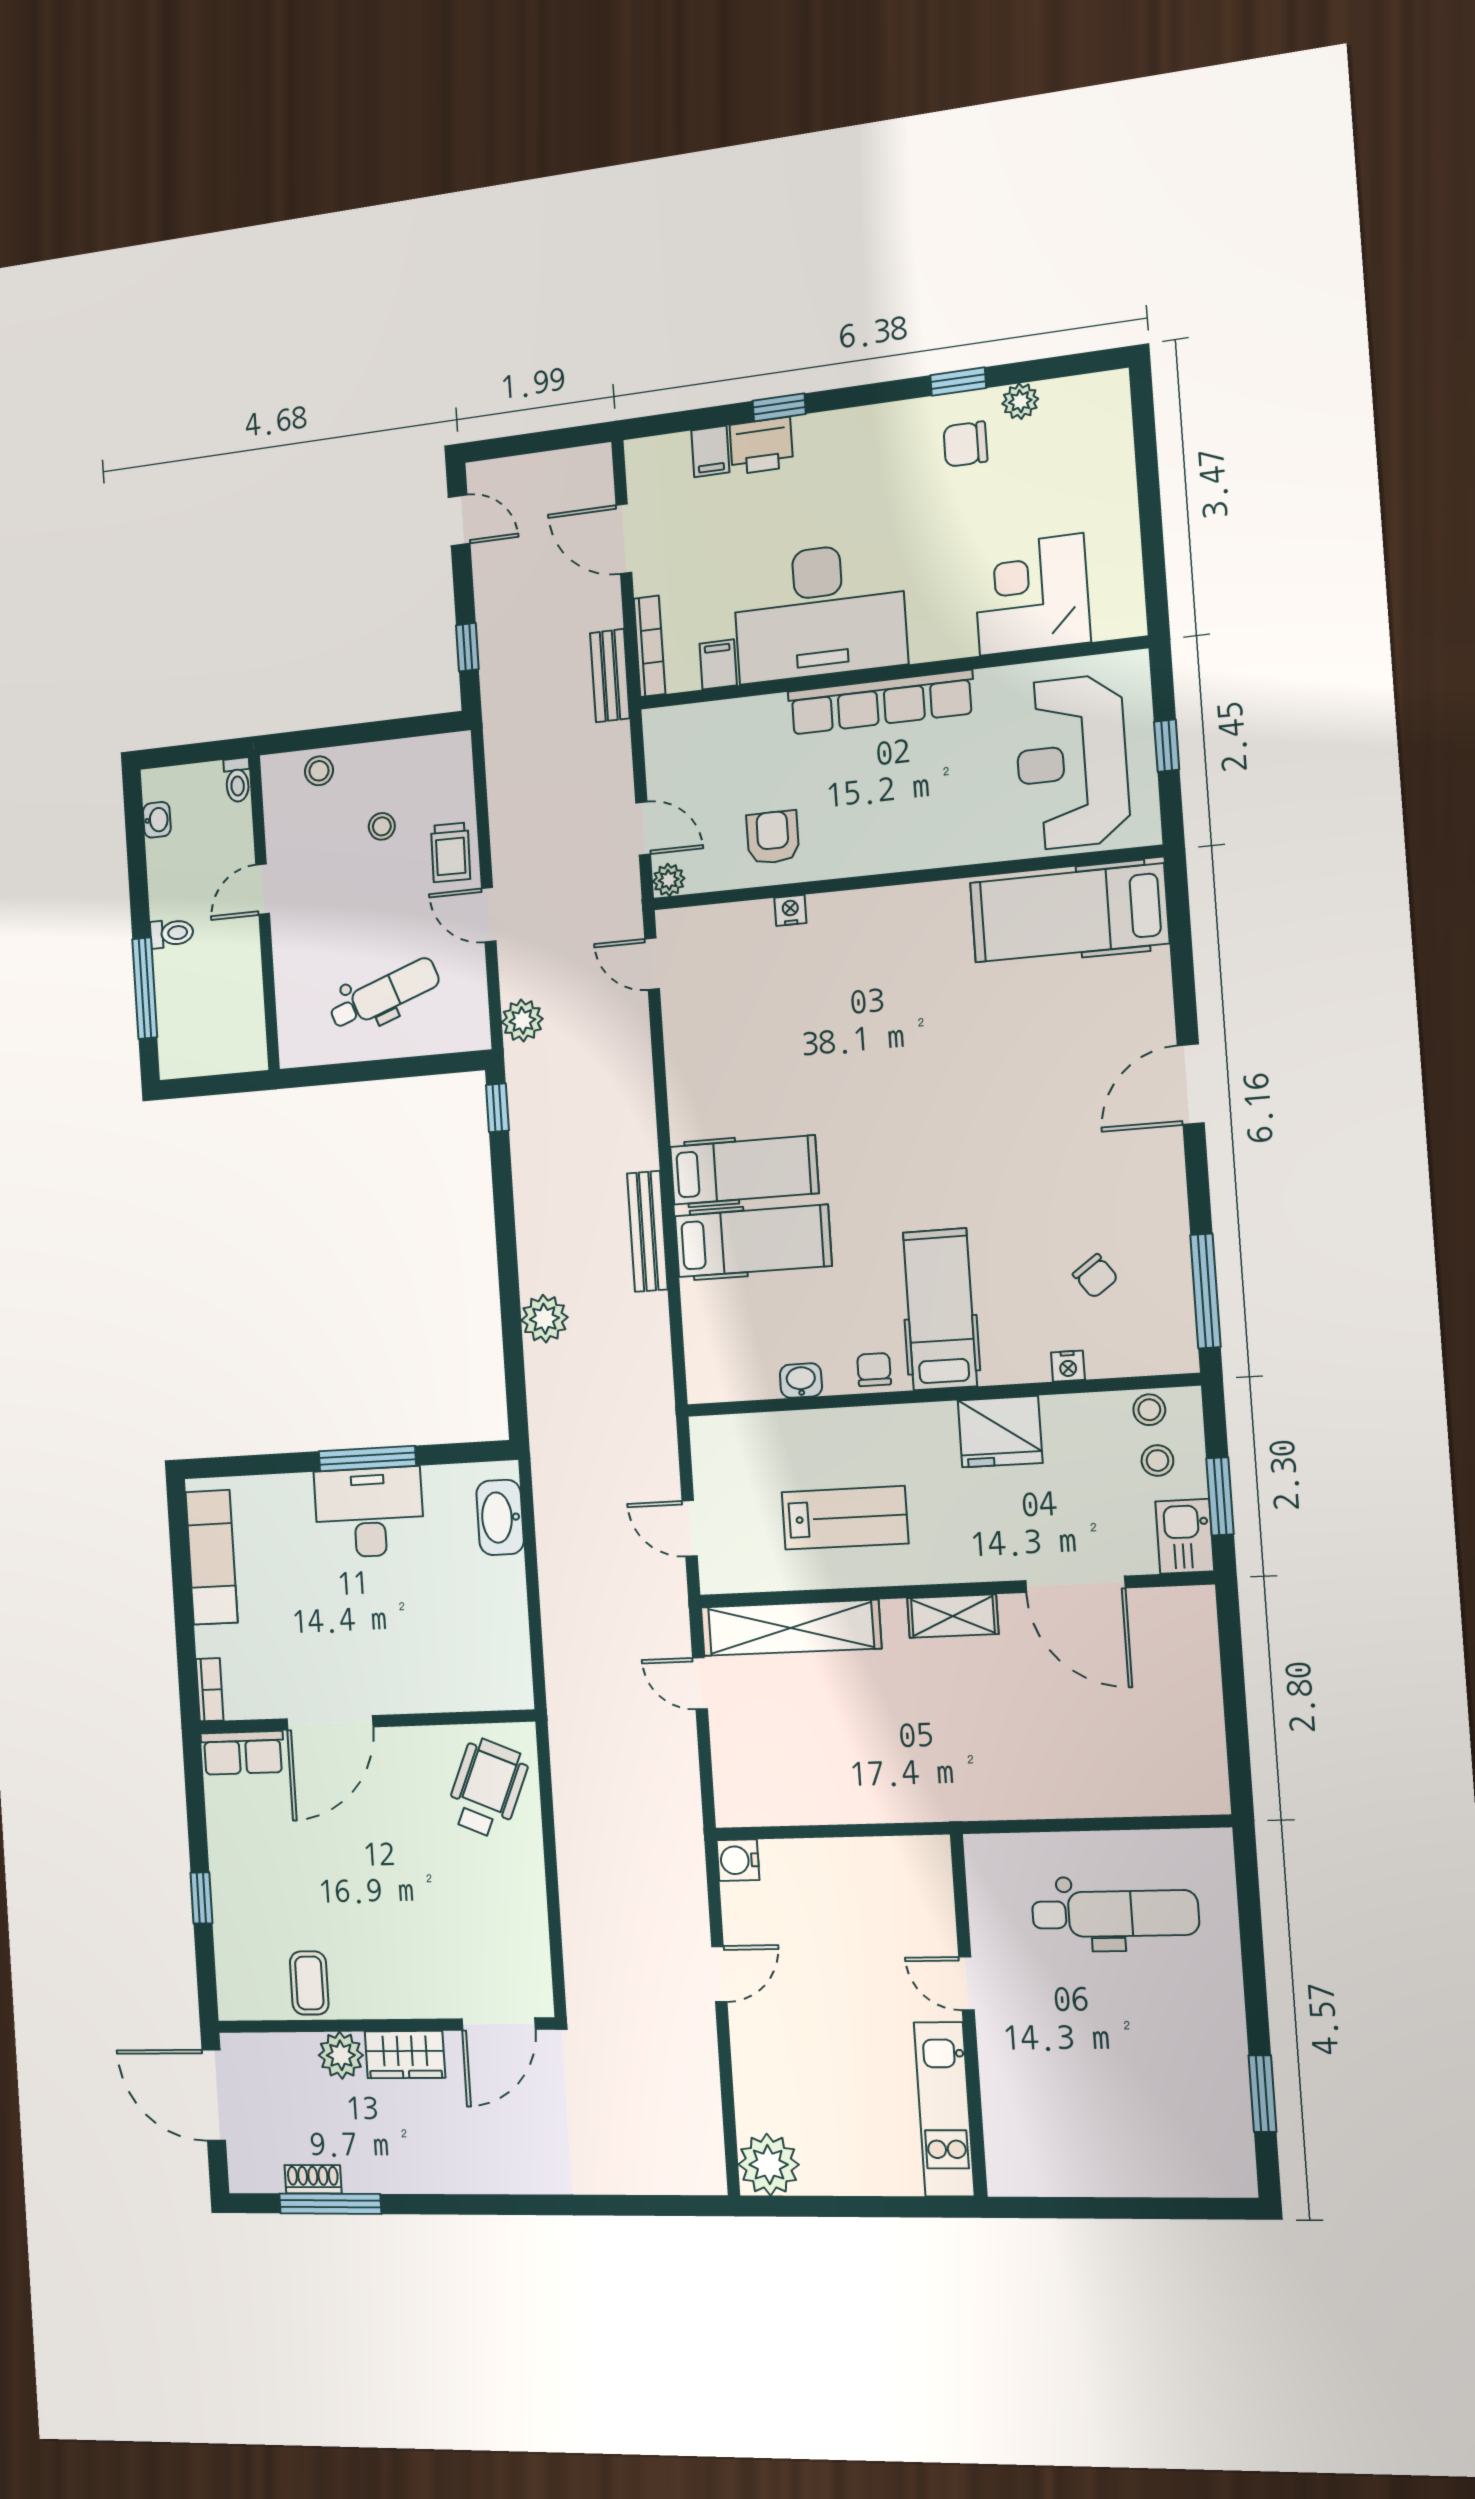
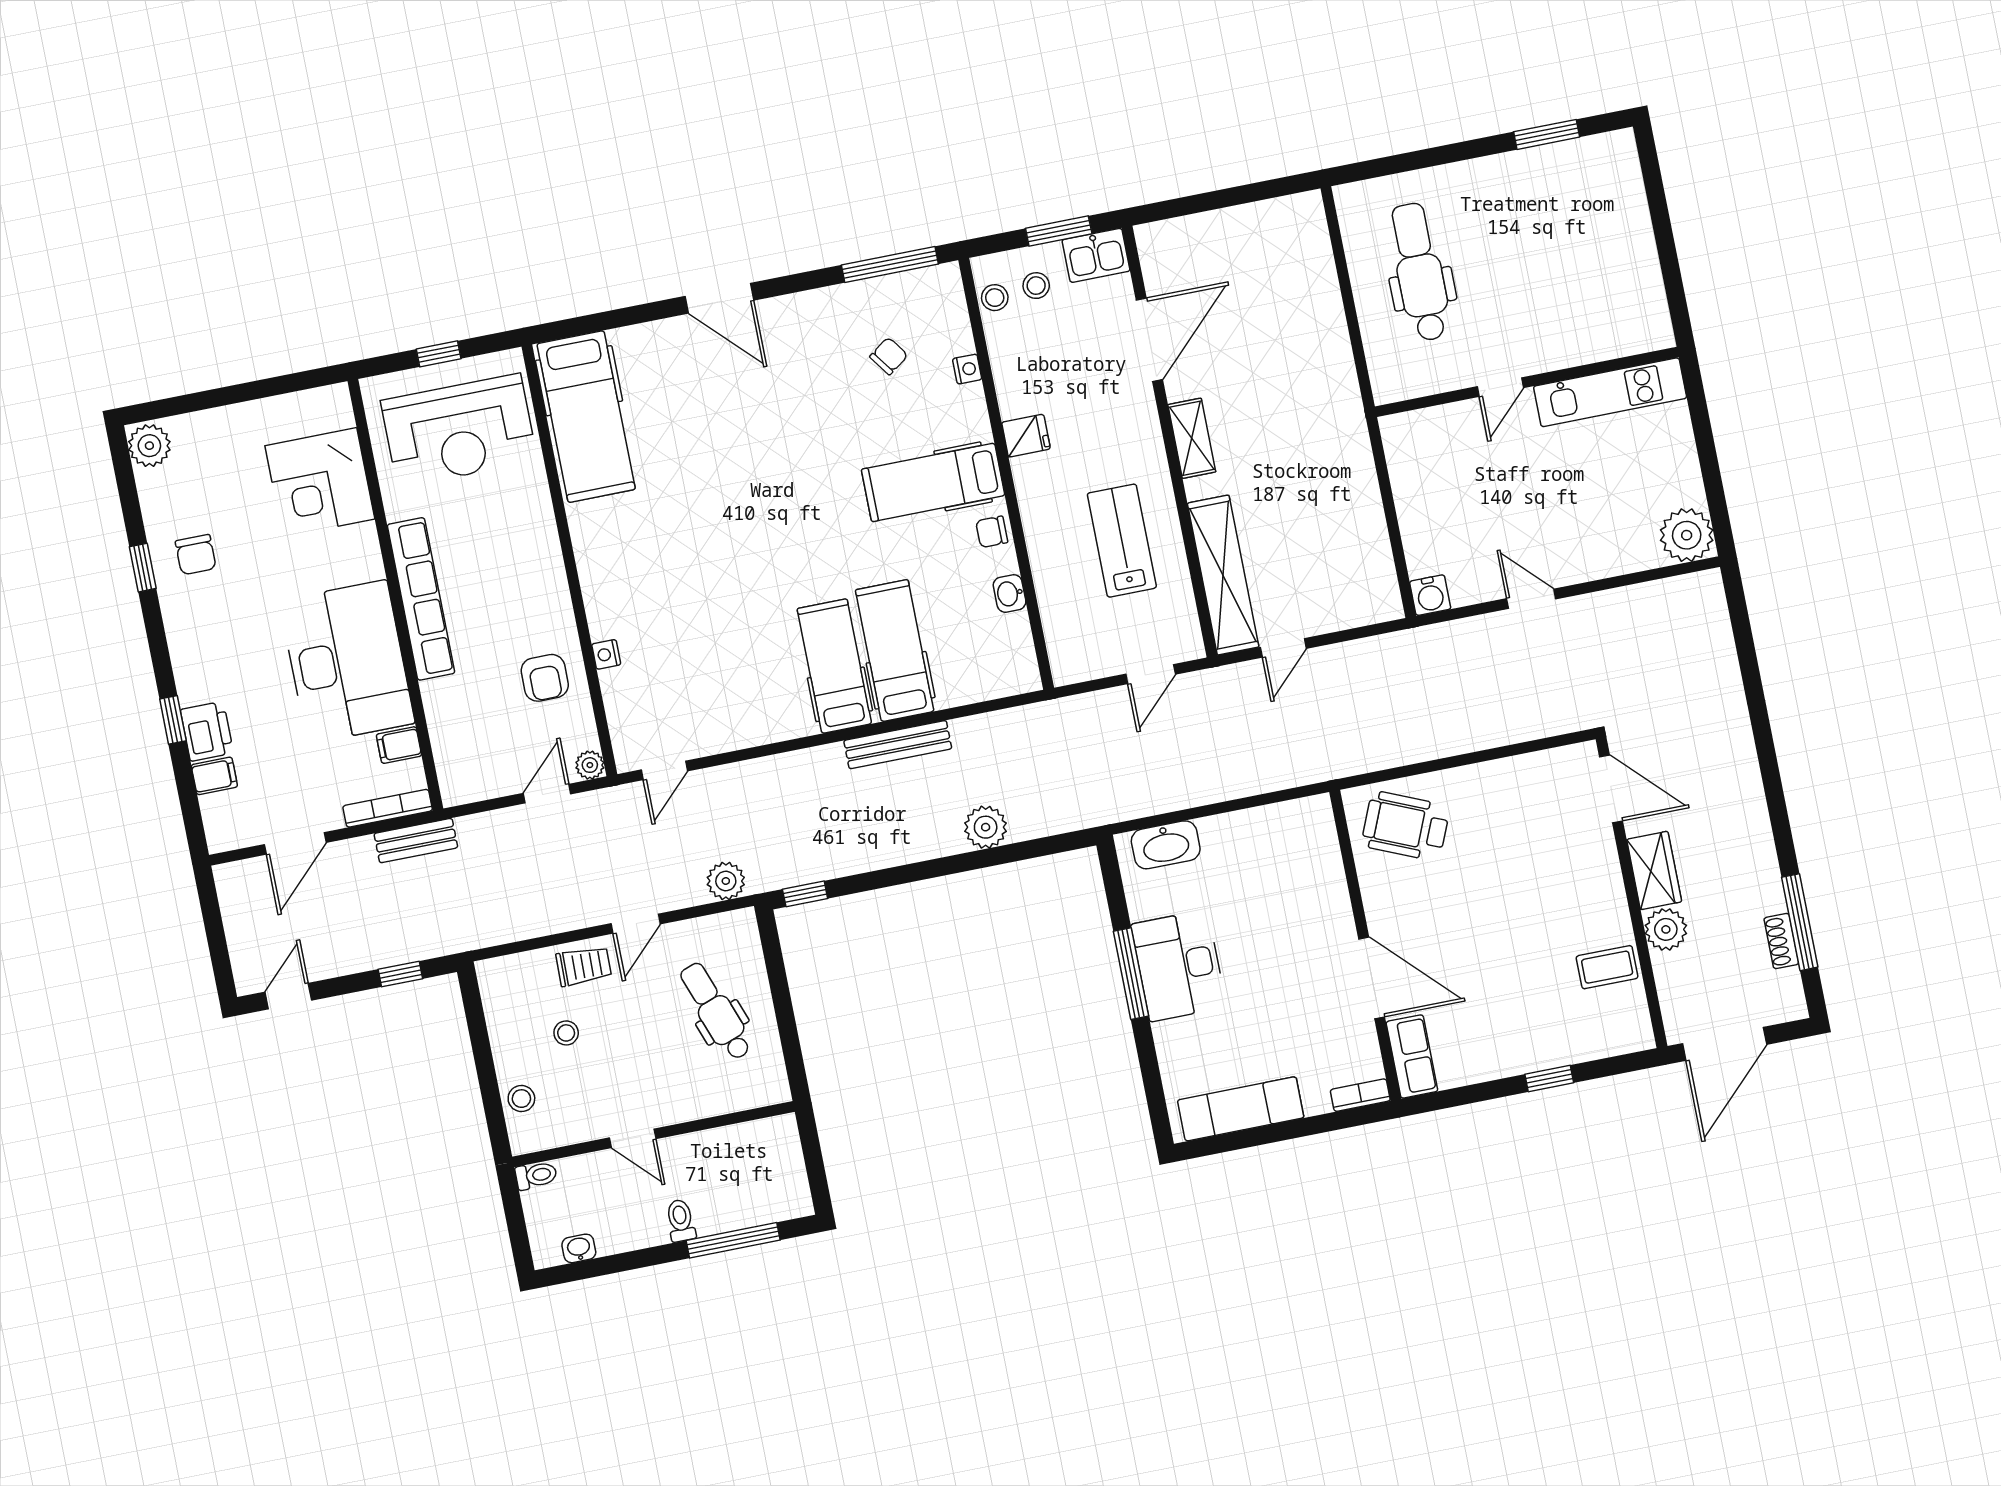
plant: (1020, 401) -> (149, 446), moved, width x1.38, depth x1.38
armchair: (773, 837) -> (545, 678), turned -90
fridge: (1000, 1432) -> (1026, 436), width x0.53, depth x0.75

